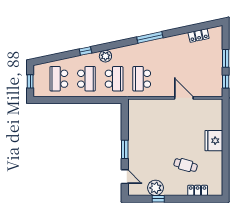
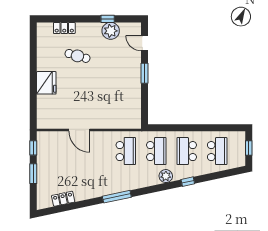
school desk: (114, 79) -> (156, 151), turned 180

